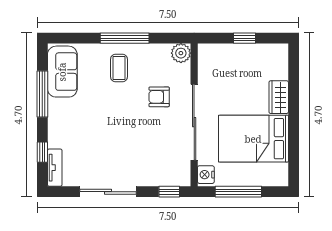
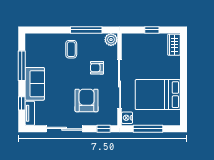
window: (125, 38) -> (86, 30), moved
sofa: (62, 72) -> (35, 84), moved
wardrobe: (279, 97) -> (174, 45), moved
armchair: (143, 148) -> (87, 100), added

